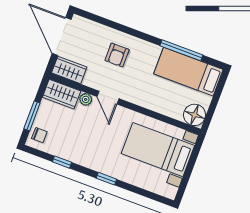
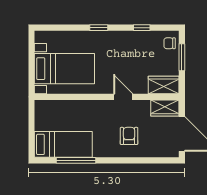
plant: (86, 99) -> (142, 88), removed
floor lamp: (195, 115) -> (44, 110), removed

